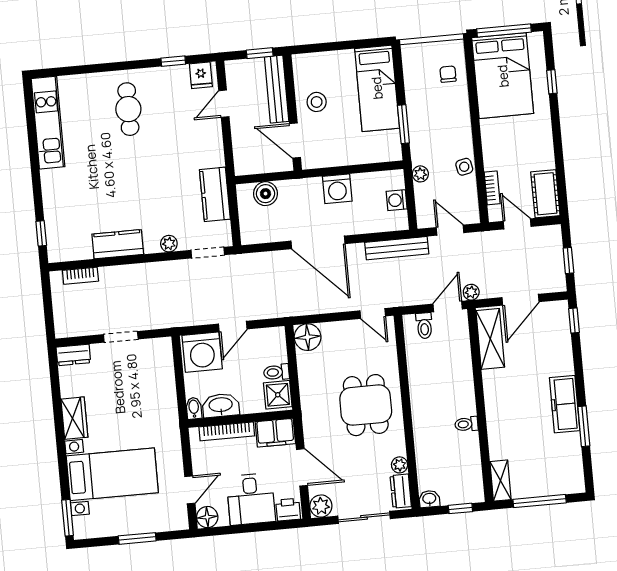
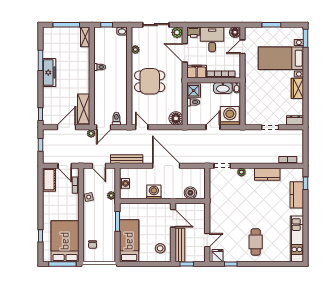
stool: (317, 102) -> (160, 248), moved
kitchen counter: (215, 194) -> (297, 195), moved, turned 180
dining table: (366, 405) -> (150, 81), turned 90
dresser: (401, 491) -> (136, 36), removed

